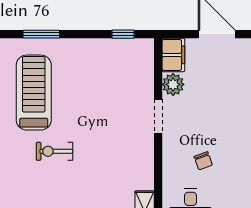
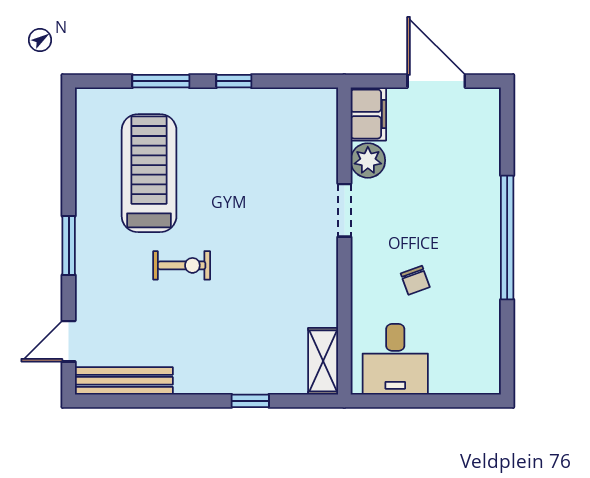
window: (123, 34) -> (234, 81), moved
exercise bike: (54, 151) -> (182, 265), turned 180

